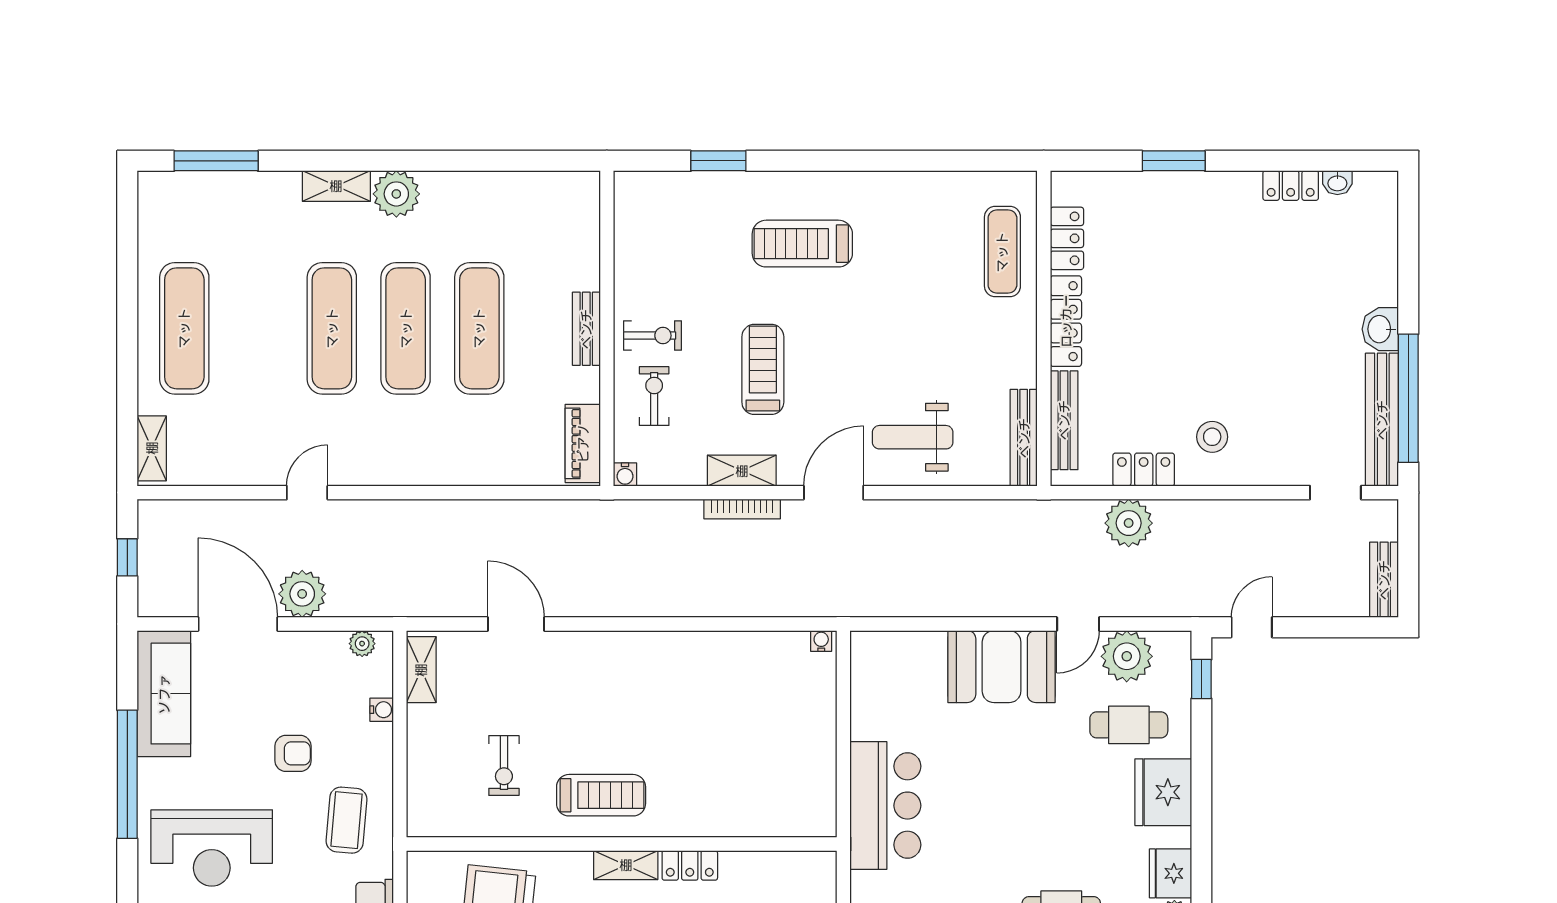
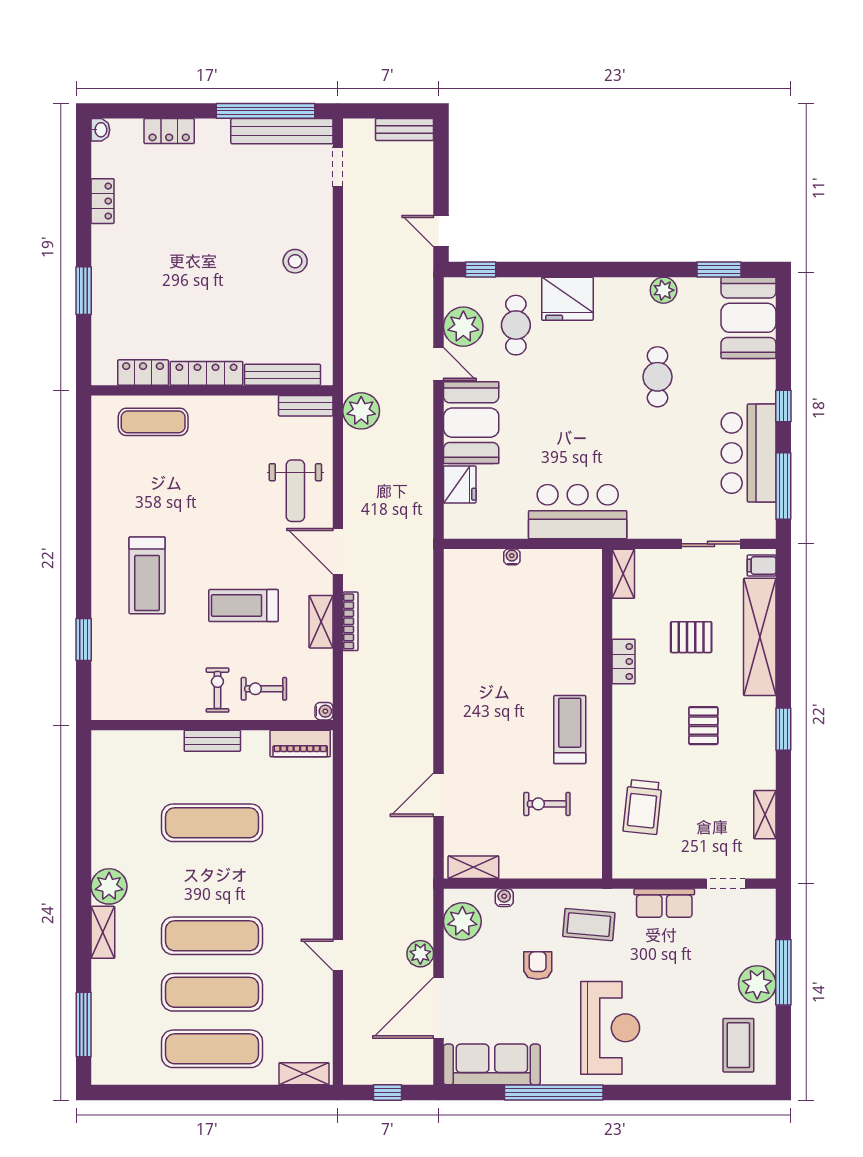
washbasin: (1337, 183) -> (100, 130), moved
exercise mat: (406, 328) -> (212, 992), moved
washbasin: (1380, 329) -> (213, 132), removed
bench: (1024, 438) -> (306, 406), width x0.73
locker: (1144, 470) -> (169, 131), moved, turned -90
plant: (1129, 523) -> (361, 411), moved
plant: (302, 594) -> (420, 954), width x0.73, depth x0.73
water cooler: (821, 641) -> (512, 557), moved, turned 90
plant: (362, 644) -> (462, 921), width x1.88, depth x1.88
exercise bike: (504, 765) -> (547, 804), turned 180
shelving: (626, 865) -> (623, 574), moved
fridge: (1170, 873) -> (460, 484), moved, turned -90

